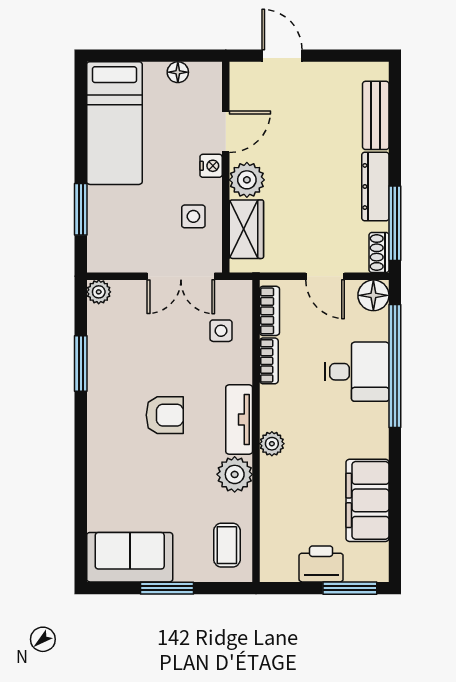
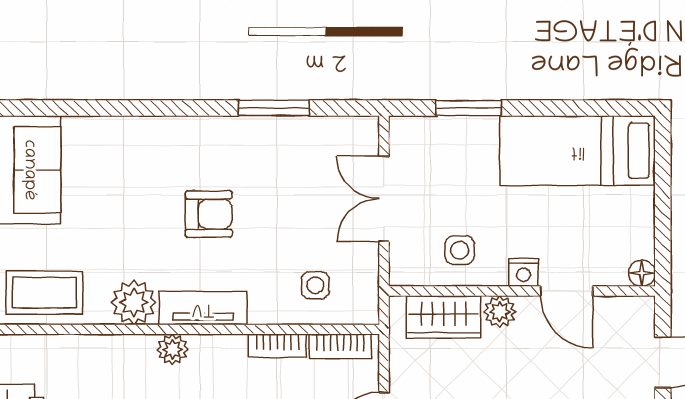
floor lamp: (178, 72) -> (642, 273), moved
plant: (247, 180) -> (500, 312), width x0.73, depth x0.73
double door: (181, 276) -> (384, 199), moved
plant: (99, 292) -> (364, 131), removed
armchair: (165, 415) -> (209, 214), turned -90
coffee table: (227, 545) -> (44, 293), width x1.36, depth x1.30

